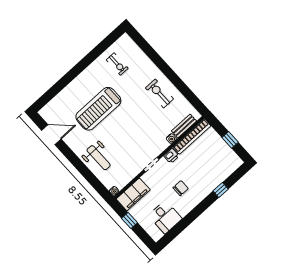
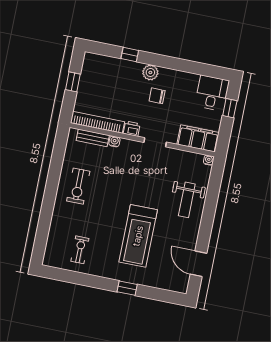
window: (70, 77) -> (127, 288), added
treadmill: (98, 109) -> (138, 236), turned 90
weight bench: (99, 158) -> (187, 200), turned 180
plant: (199, 195) -> (150, 72), added
desk: (165, 217) -> (212, 93), moved
window: (129, 221) -> (230, 108), moved

